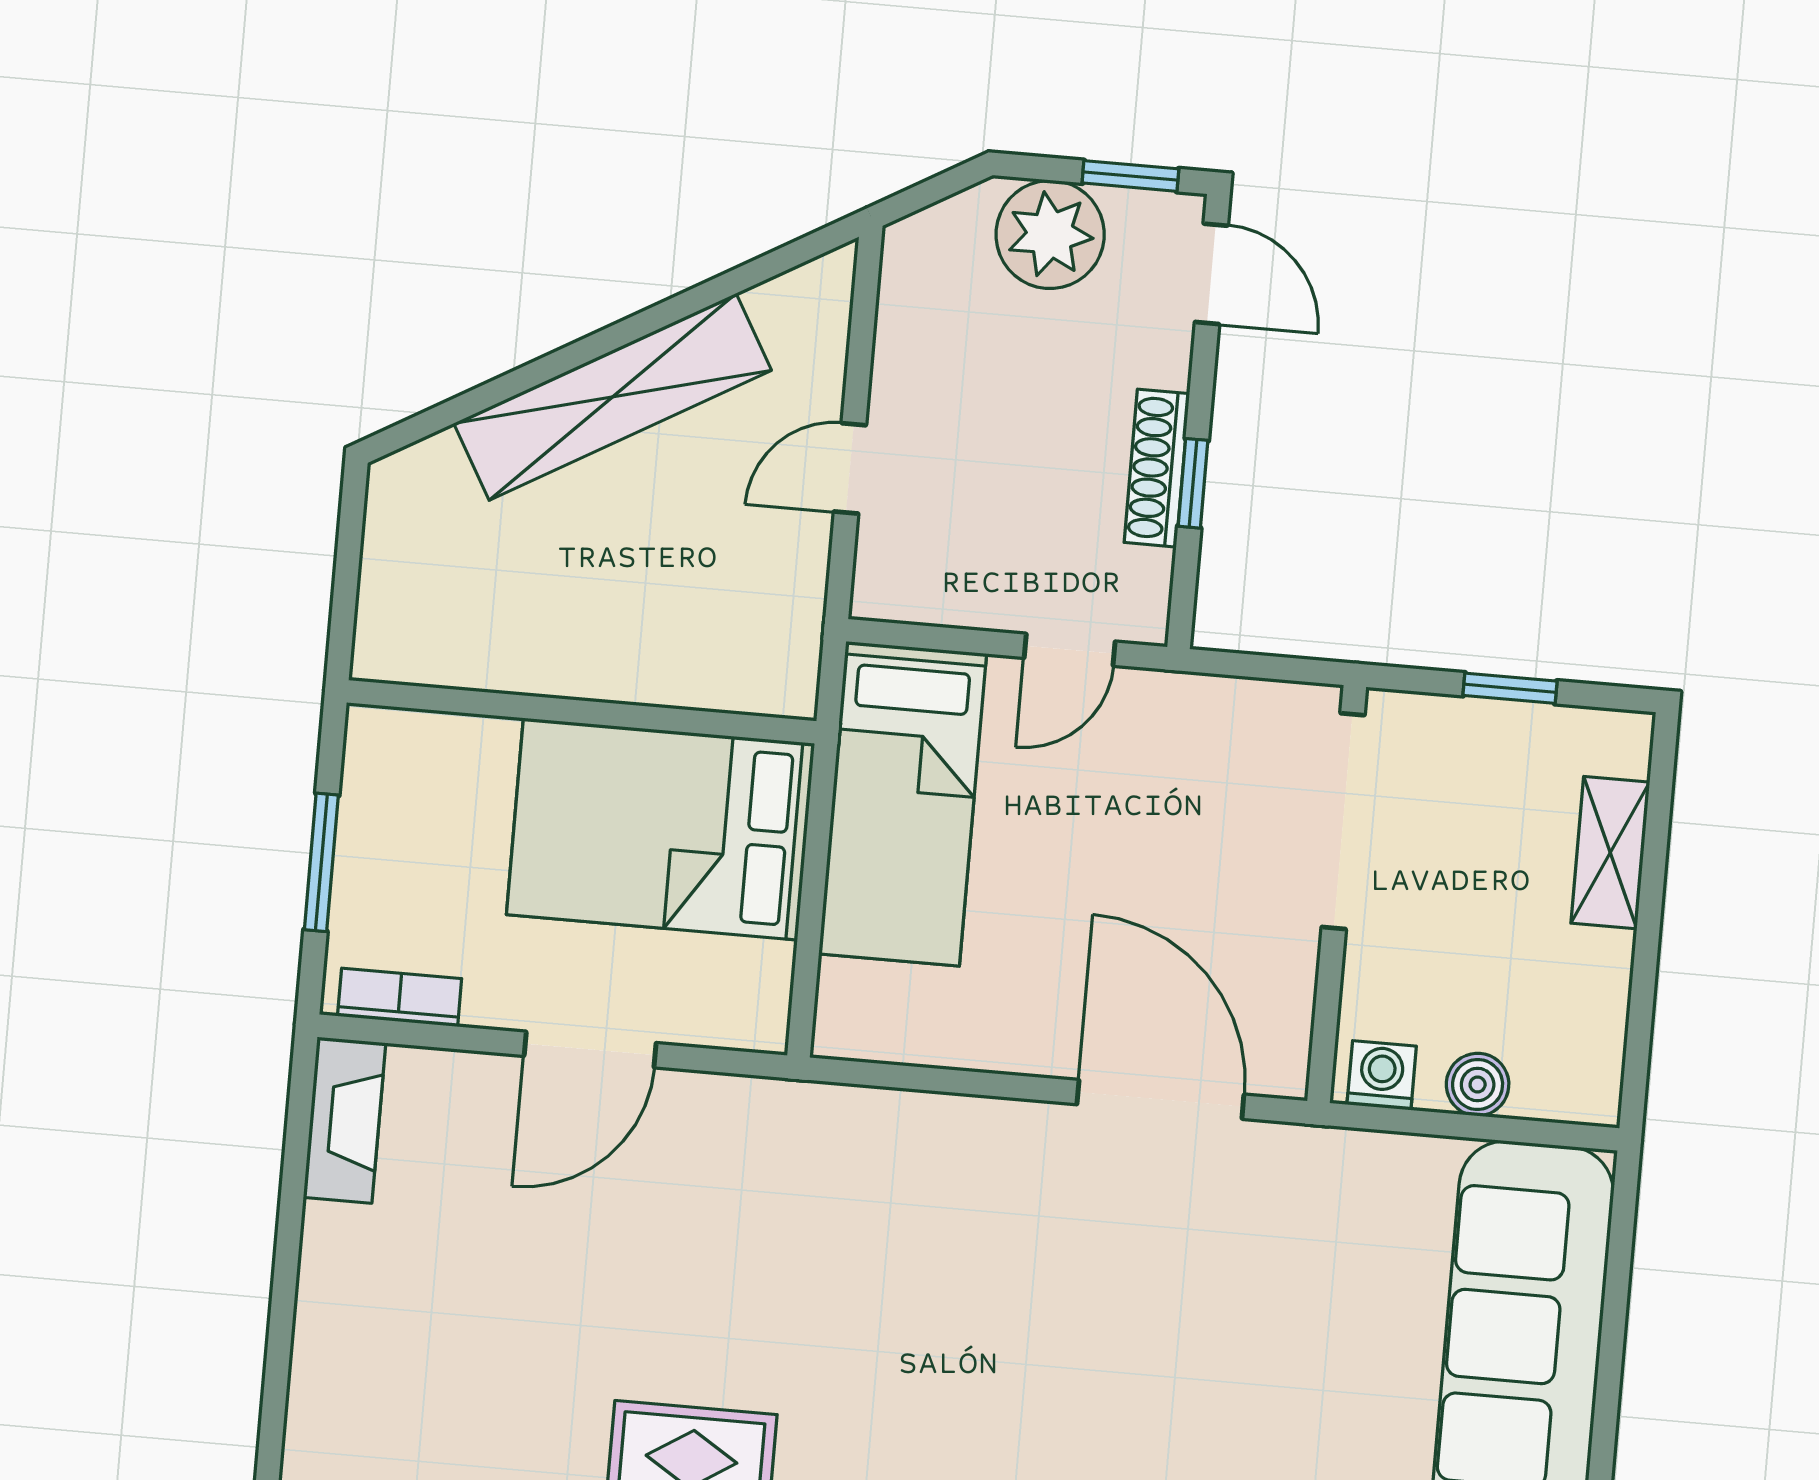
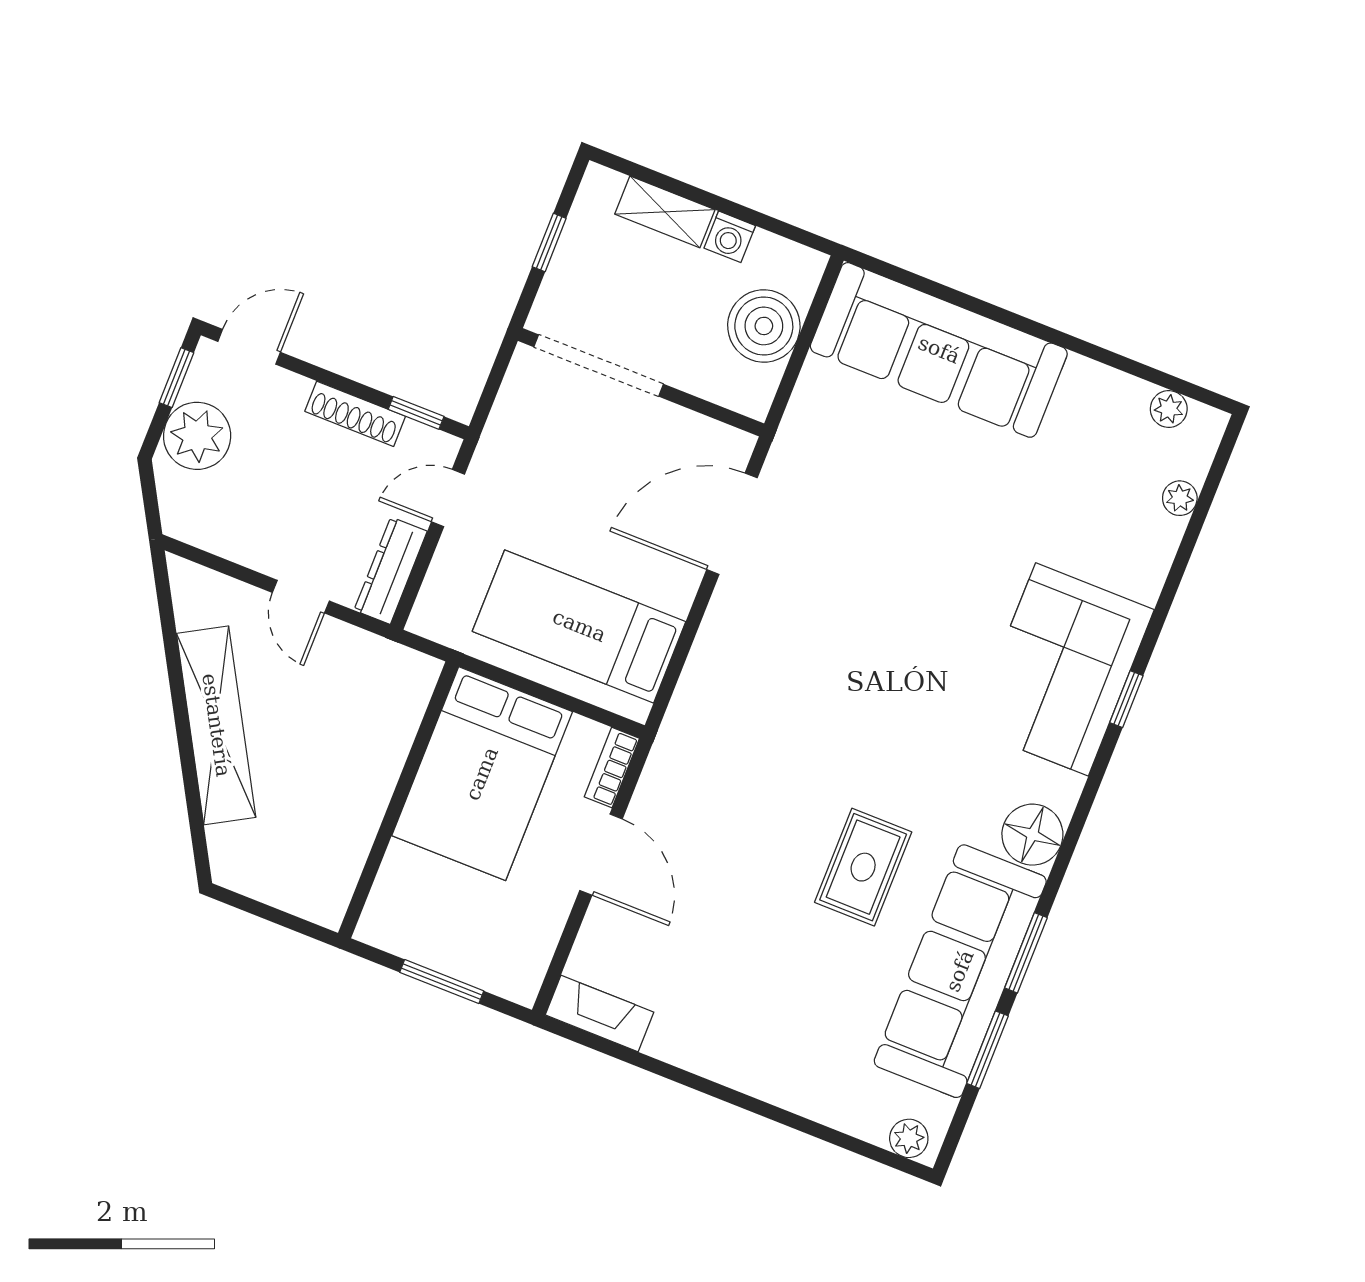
window: (1193, 483) -> (416, 413), moved
dresser: (931, 595) -> (391, 571), added
door: (1070, 650) -> (448, 498), swing flipped
bed: (903, 804) -> (579, 626), moved, turned 180
bookcase: (400, 997) -> (612, 768), moved
washing machine: (1382, 1075) -> (730, 237), moved, turned -90
boiler: (1478, 1085) -> (764, 326), width x1.86, depth x1.86

